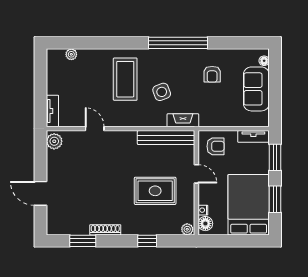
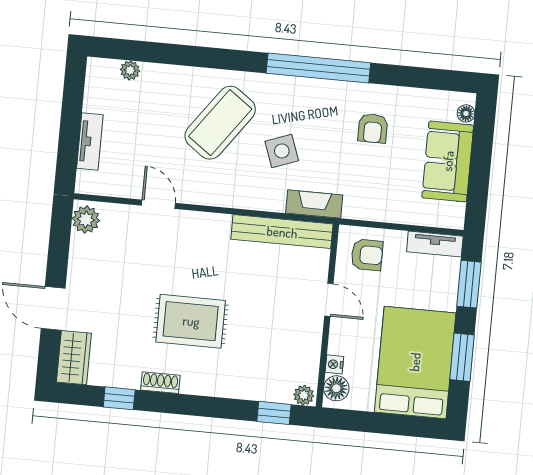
coffee table: (125, 79) -> (220, 123), turned 36
tv unit: (52, 111) -> (90, 141), moved
rug: (155, 191) -> (191, 321), moved
wardrobe: (55, 220) -> (74, 358), added
shoe rack: (105, 230) -> (160, 383), width x0.70
window: (83, 241) -> (119, 398), width x0.67
window: (147, 241) -> (274, 413), moved

